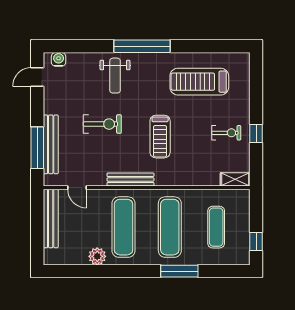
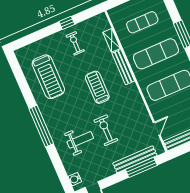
weight bench: (115, 76) -> (80, 140), moved
treadmill: (160, 137) -> (97, 87), turned -90
bench: (130, 179) -> (123, 67), moved
shelving: (235, 179) -> (112, 40), moved

